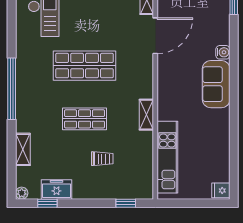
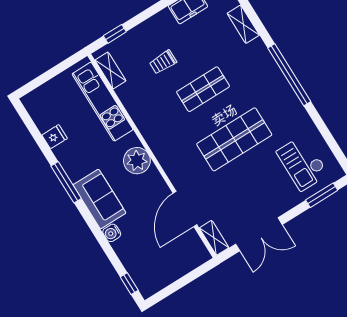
plant: (169, 96) -> (137, 161), added
window: (234, 113) -> (66, 182), added
shelving: (146, 115) -> (110, 71), moved
fridge: (221, 190) -> (55, 137), moved

